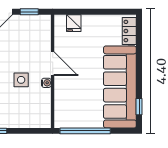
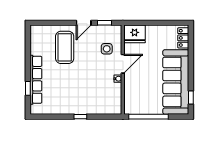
fridge: (74, 23) -> (135, 34), width x1.88, depth x1.34
door: (53, 64) -> (123, 64), hinge flipped
side table: (21, 80) -> (107, 49), moved

